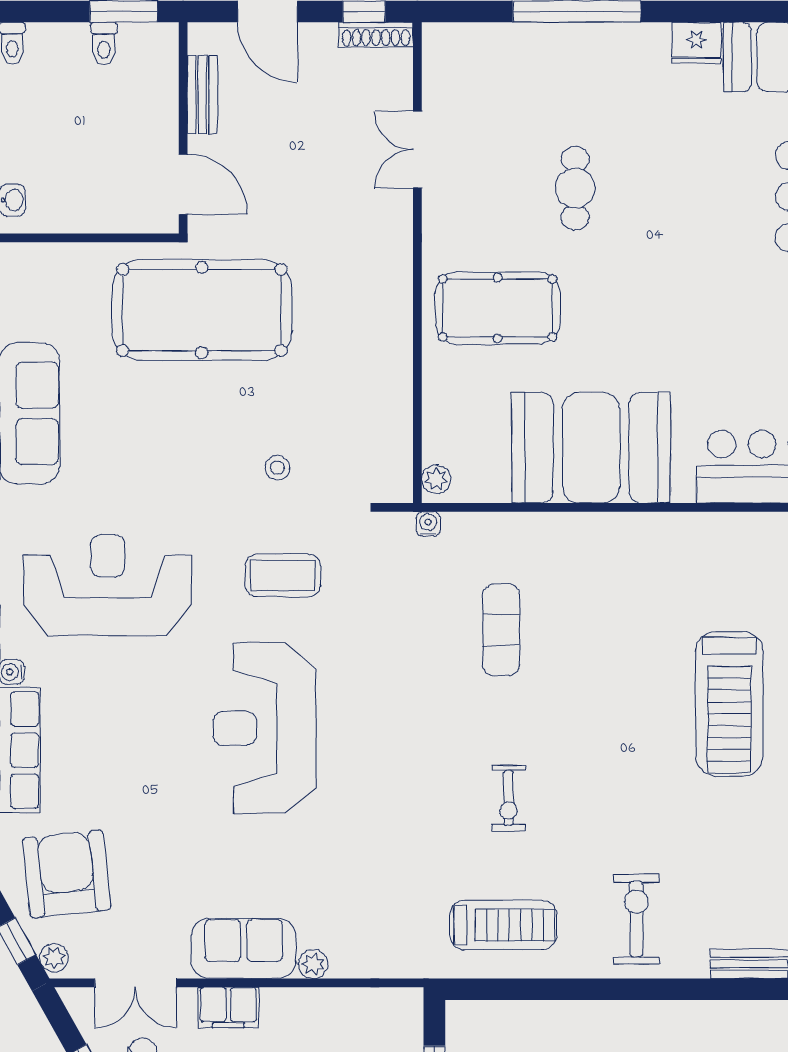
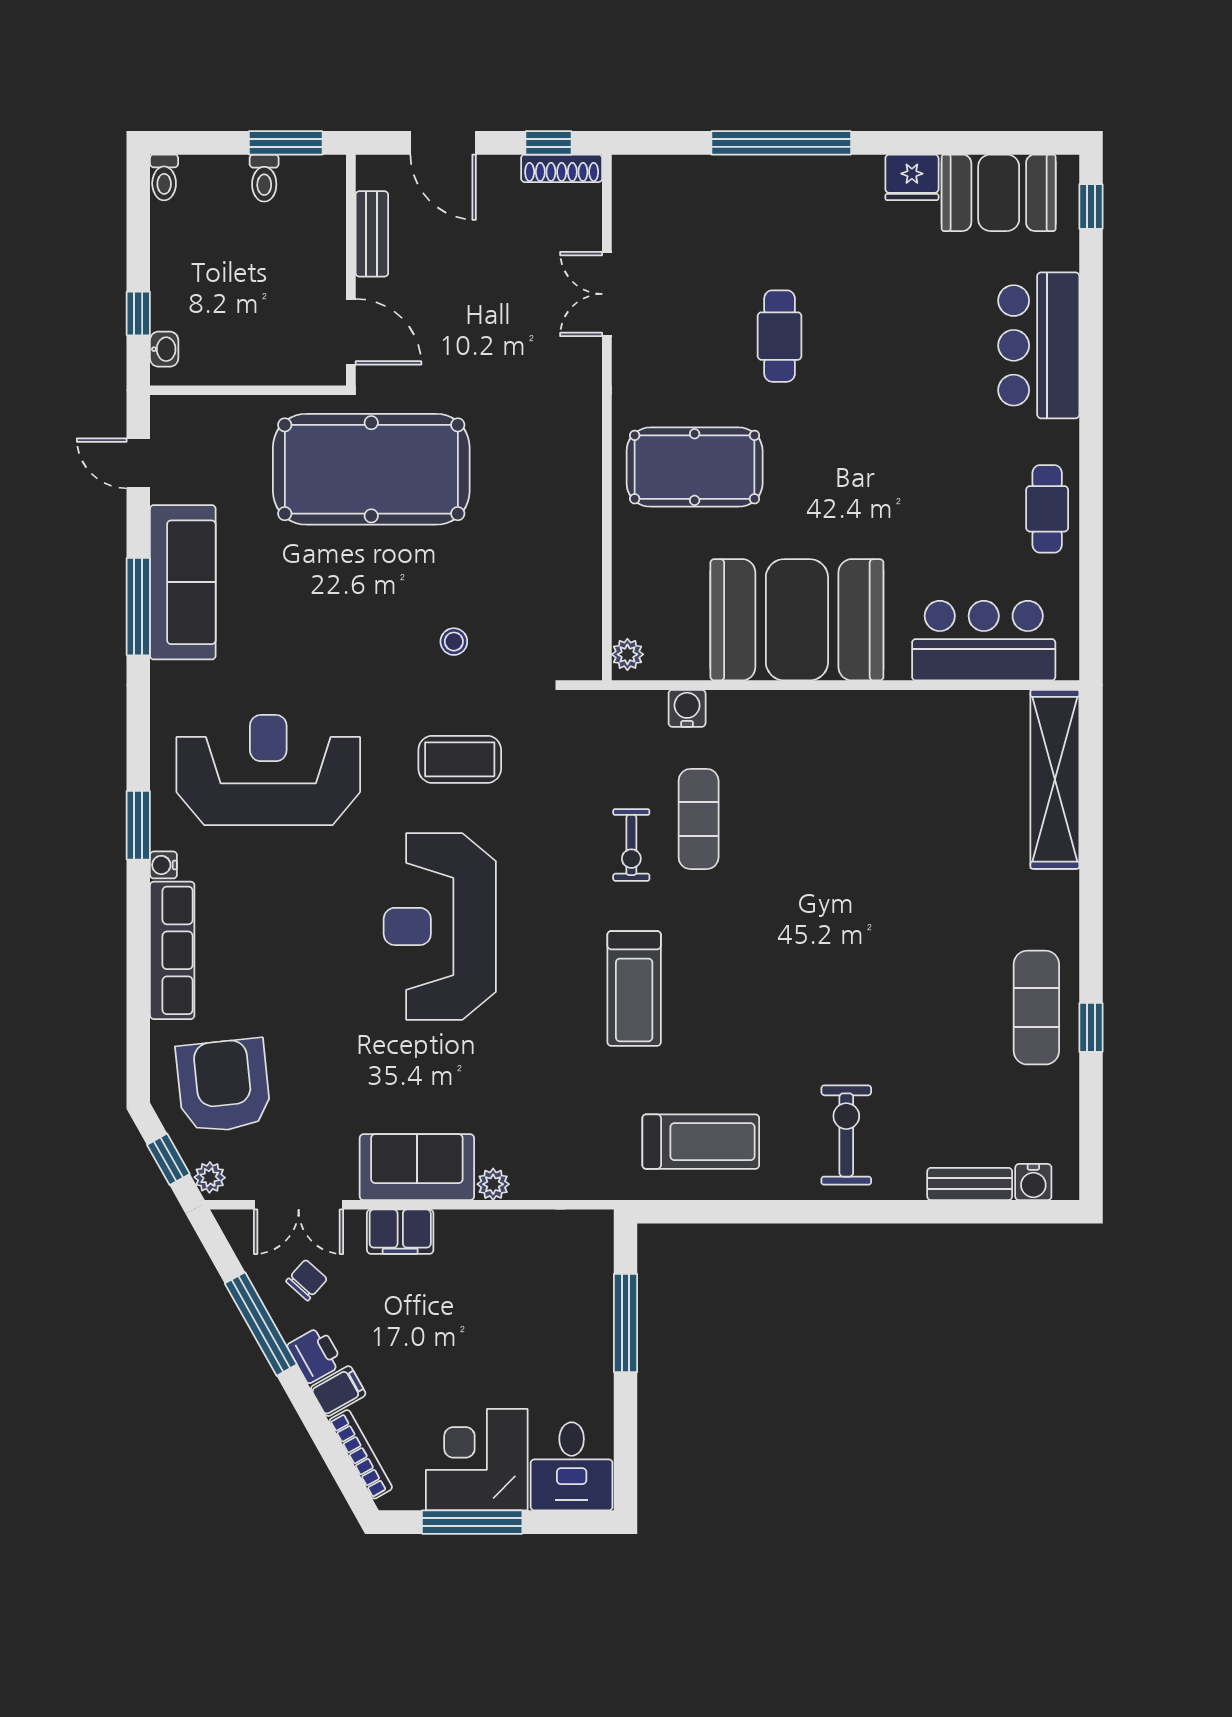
water cooler: (428, 524) -> (687, 708), moved, width x1.38, depth x1.38
treadmill: (729, 704) -> (634, 988), moved, width x0.73, depth x0.73
exercise bike: (509, 798) -> (631, 845), moved

